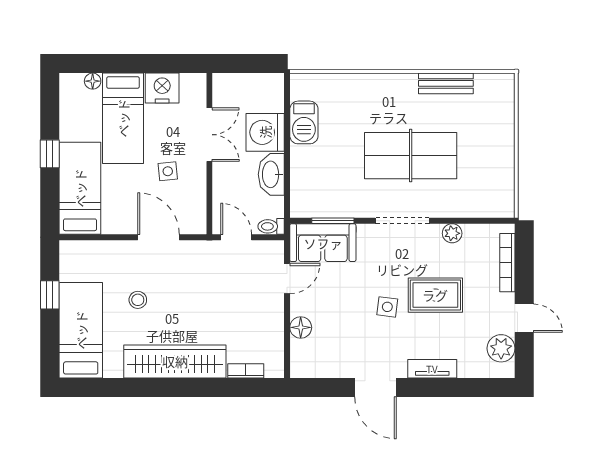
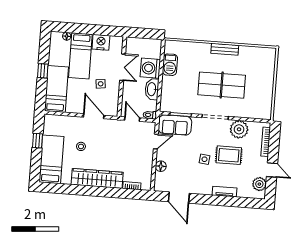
bench: (446, 83) -> (225, 49), moved
plant: (452, 233) -> (239, 129), width x1.87, depth x1.87
door: (375, 387) -> (179, 197), moved

